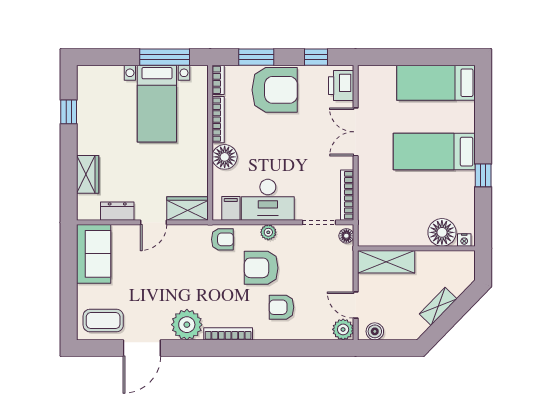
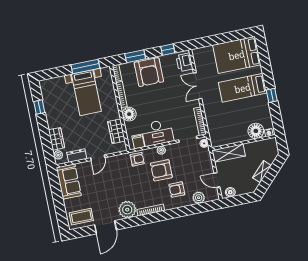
bed: (436, 83) -> (237, 55), width x1.50
armchair: (275, 90) -> (149, 72), turned 90
plant: (85, 203) -> (58, 155), added
wardrobe: (188, 209) -> (117, 131), moved, turned -90
plant: (343, 329) -> (199, 198), moved

